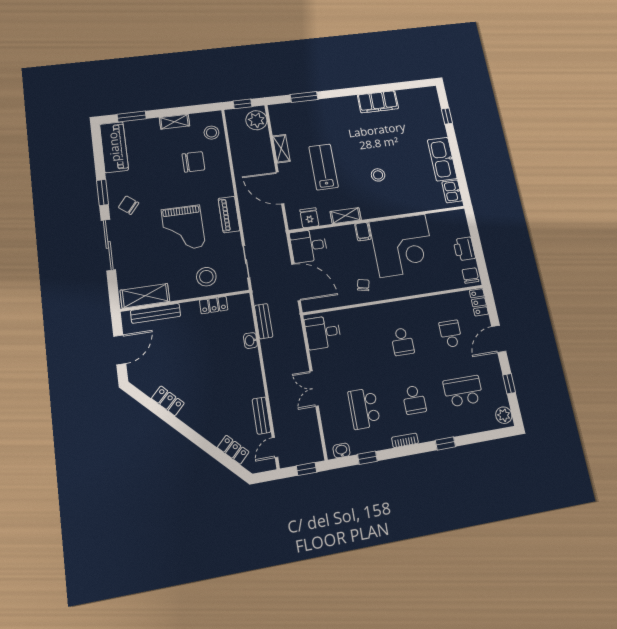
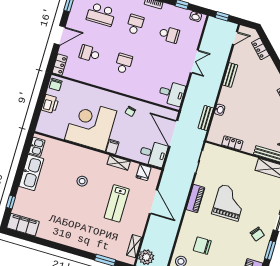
filing cabinet: (378, 102) -> (23, 225), moved
shelving: (281, 149) -> (134, 246), moved
stool: (206, 277) -> (229, 164), removed
school desk: (451, 334) -> (89, 54), turned 90
school desk: (364, 408) -> (169, 34), width x0.54
bench: (261, 416) -> (230, 75), moved

